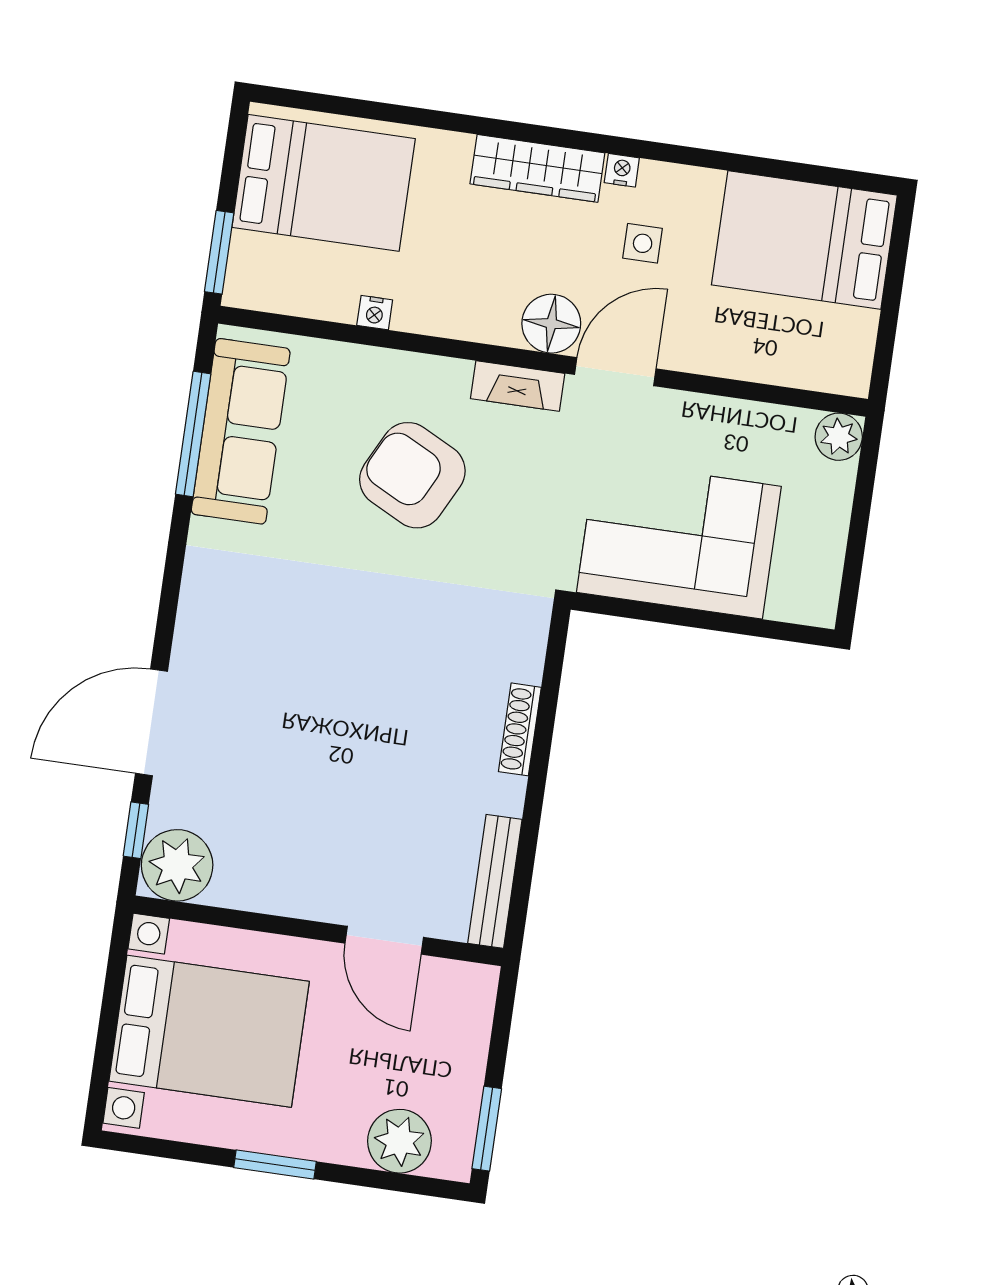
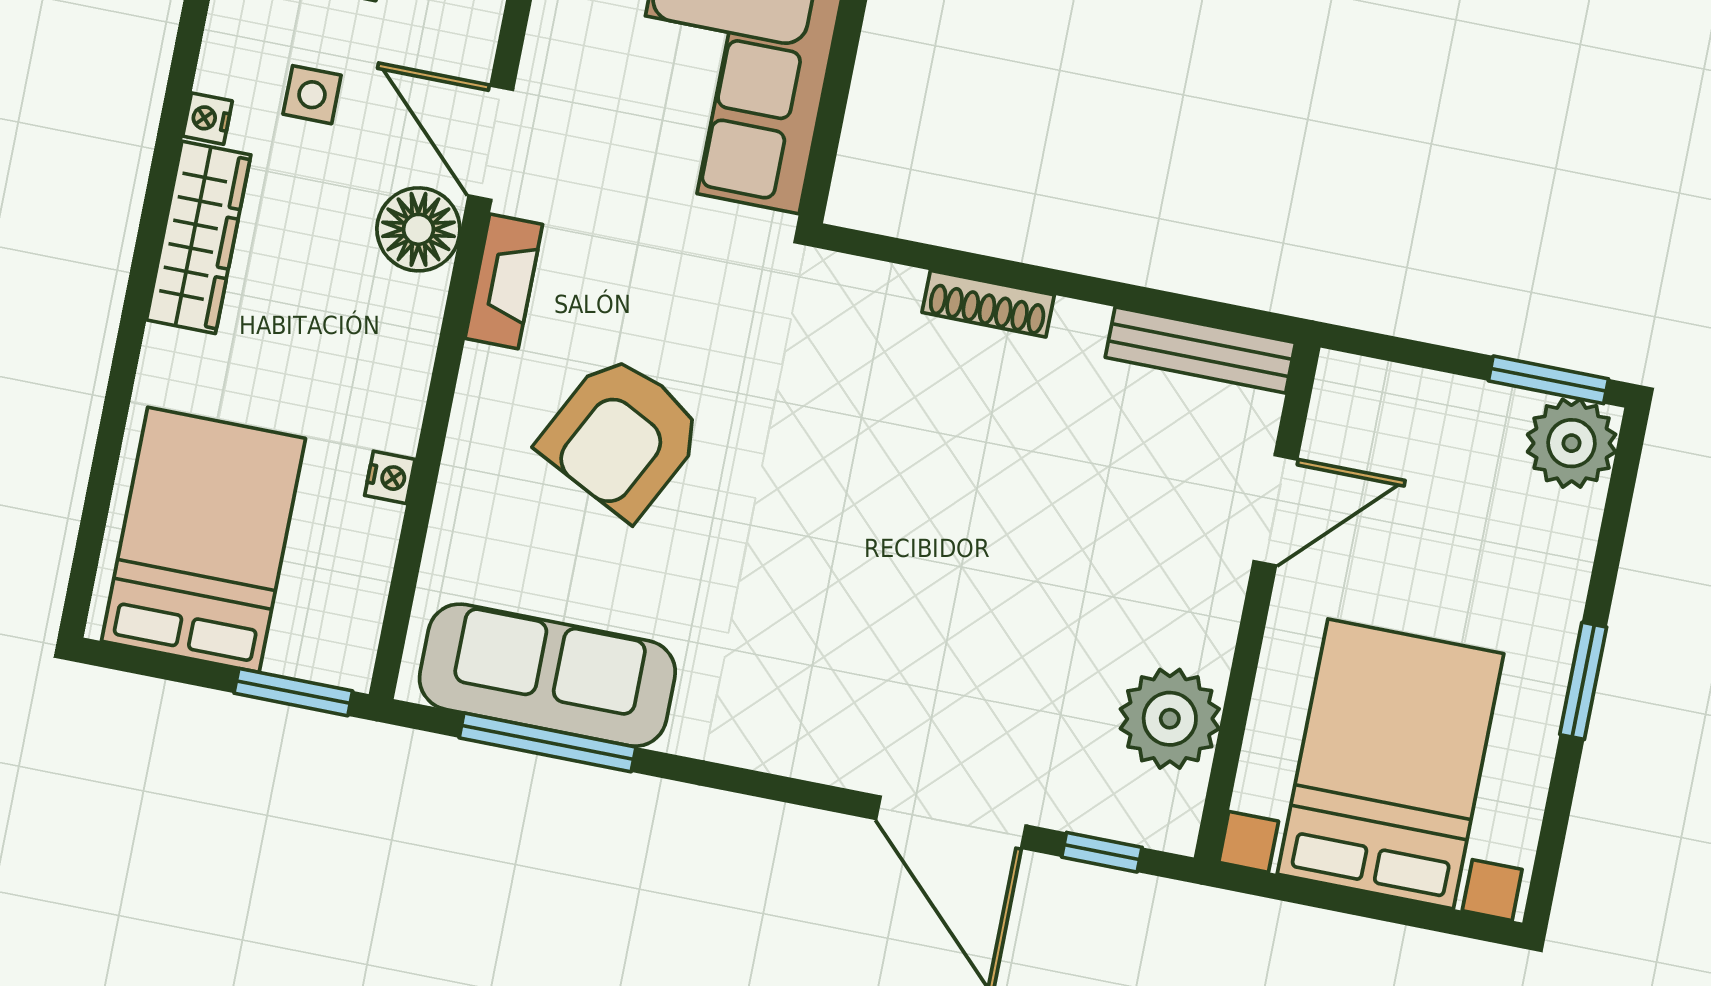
plant: (177, 865) -> (1170, 719), moved
plant: (399, 1141) -> (1572, 443), moved

